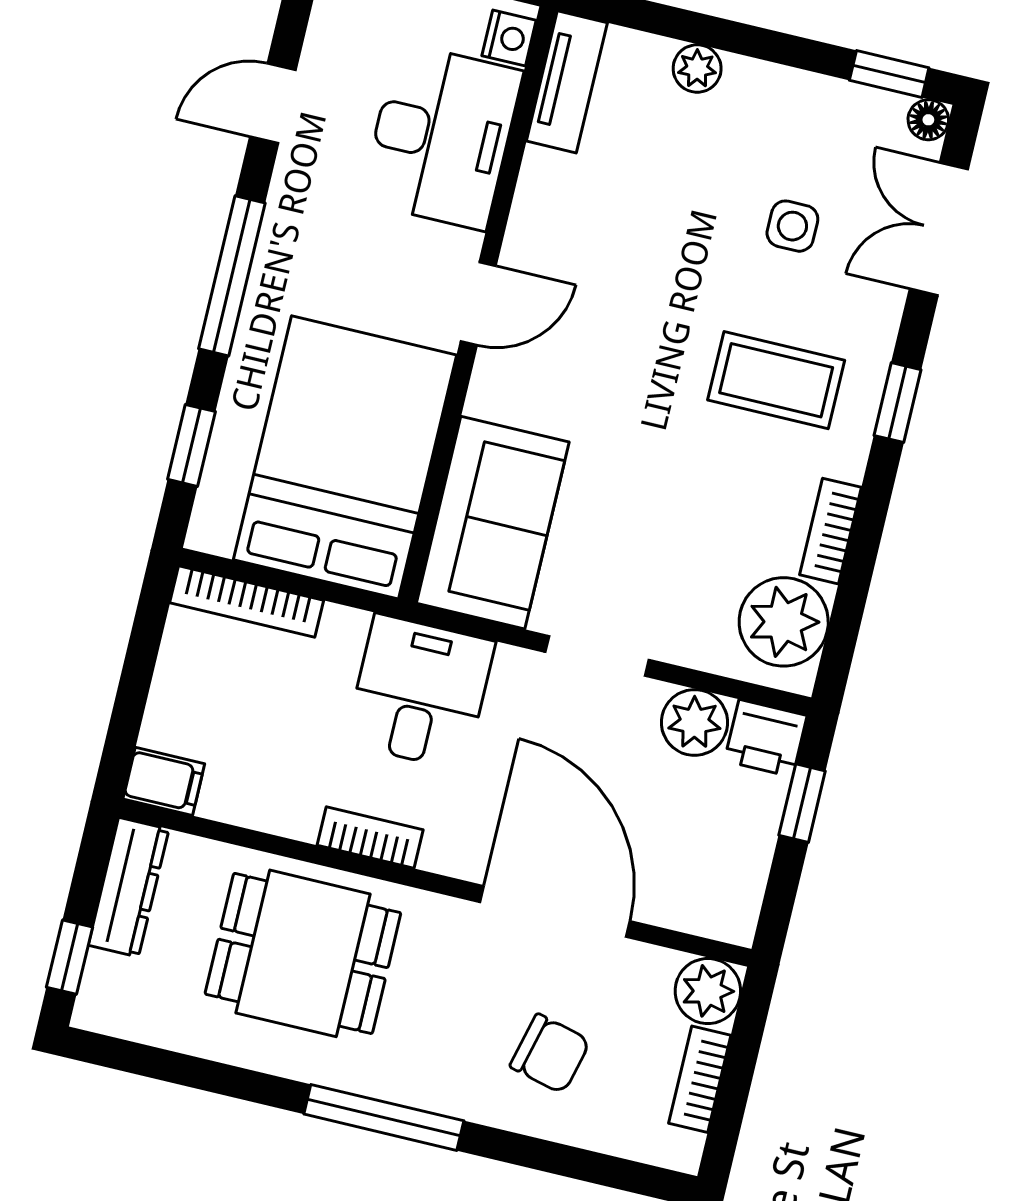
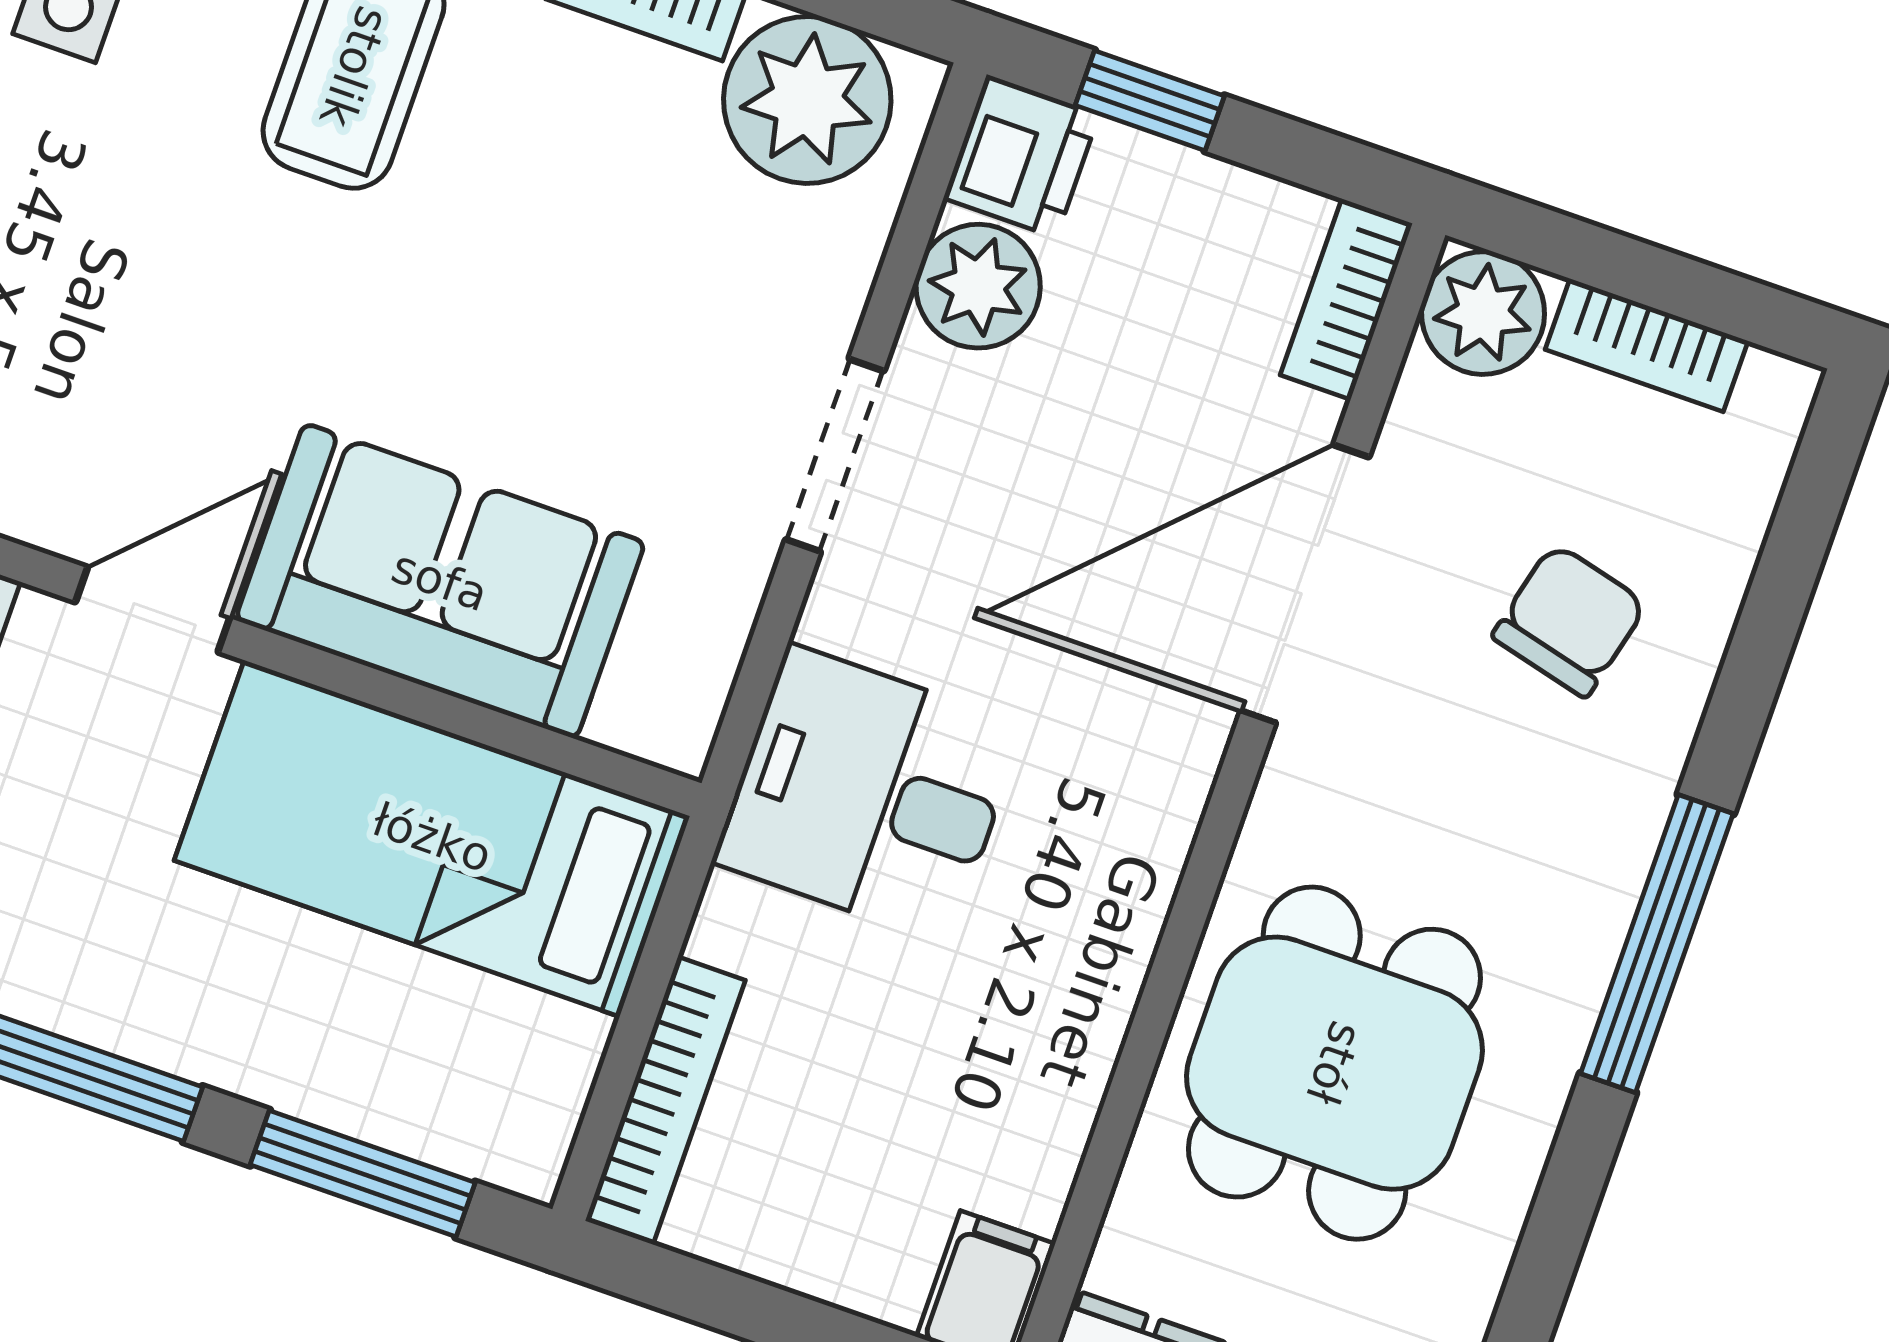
door: (478, 304) -> (153, 610), hinge flipped
window: (191, 445) -> (363, 1174), width x1.50
bed: (345, 457) -> (432, 838), width x0.67
sofa: (493, 523) -> (440, 581), moved
bookcase: (370, 838) -> (1346, 299), moved

